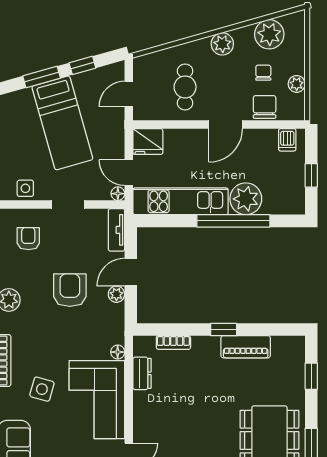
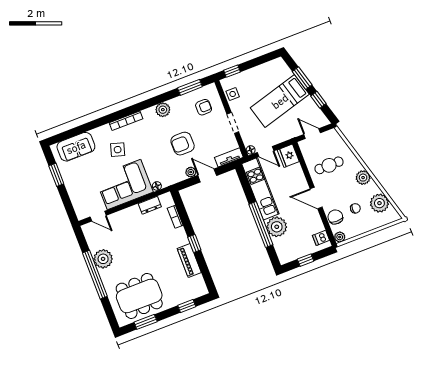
plant: (297, 84) -> (340, 237), moved
chair: (265, 107) -> (335, 217), turned -90
door: (129, 173) -> (266, 152), swing flipped
armchair: (70, 290) -> (183, 144), turned 180

